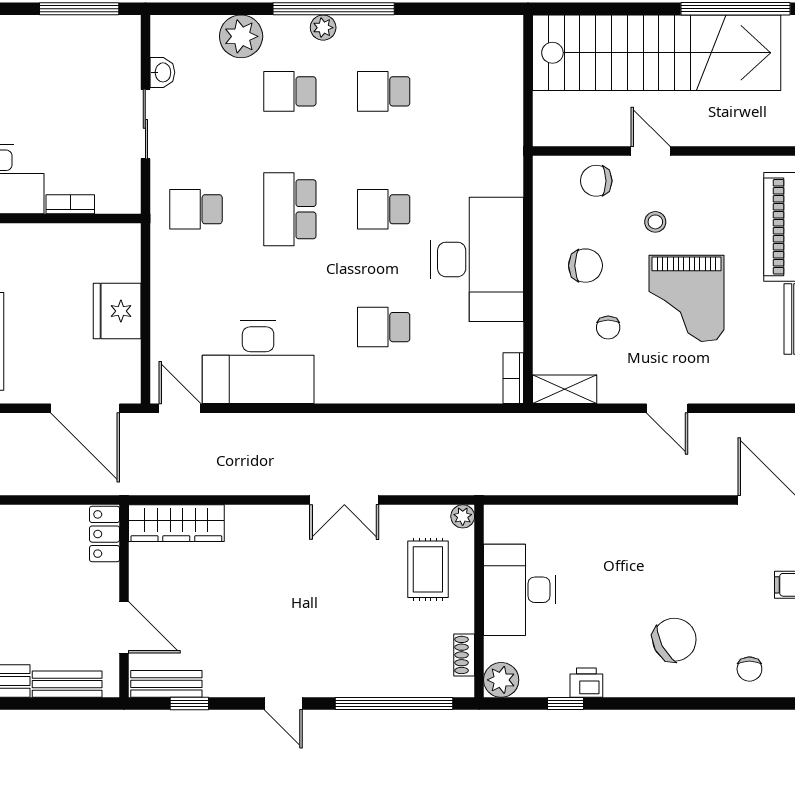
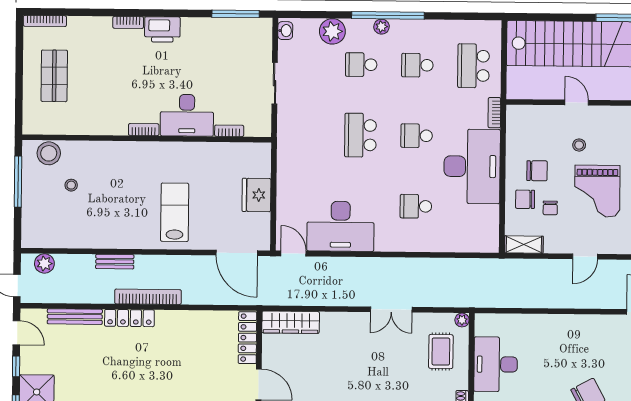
washbasin: (162, 72) -> (285, 31), moved
chair: (596, 181) -> (525, 199), moved
school desk: (196, 209) -> (473, 66), moved, width x1.85
bookcase: (513, 378) -> (494, 113), moved
door: (667, 408) -> (585, 257), hinge flipped
locker: (105, 534) -> (247, 338), width x1.53

